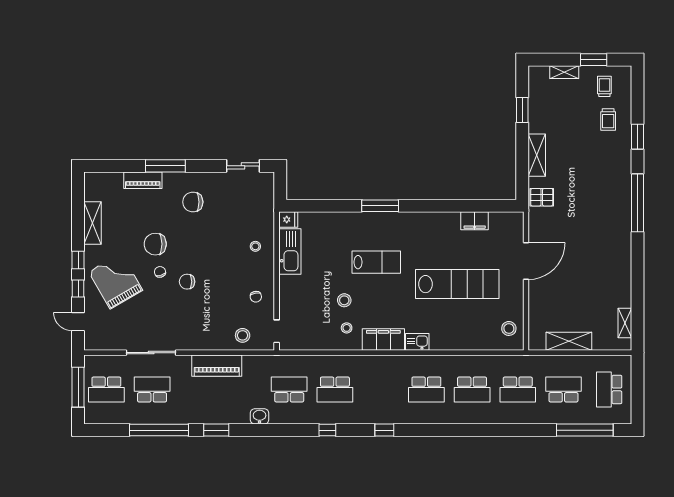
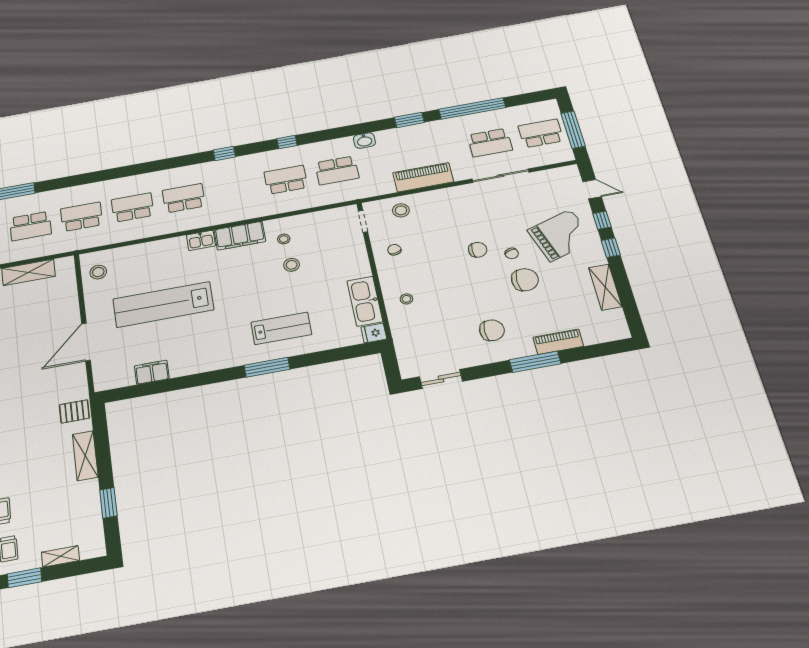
lab bench: (376, 262) -> (281, 328), moved, turned 180
grand piano: (116, 281) -> (561, 235), turned -78

